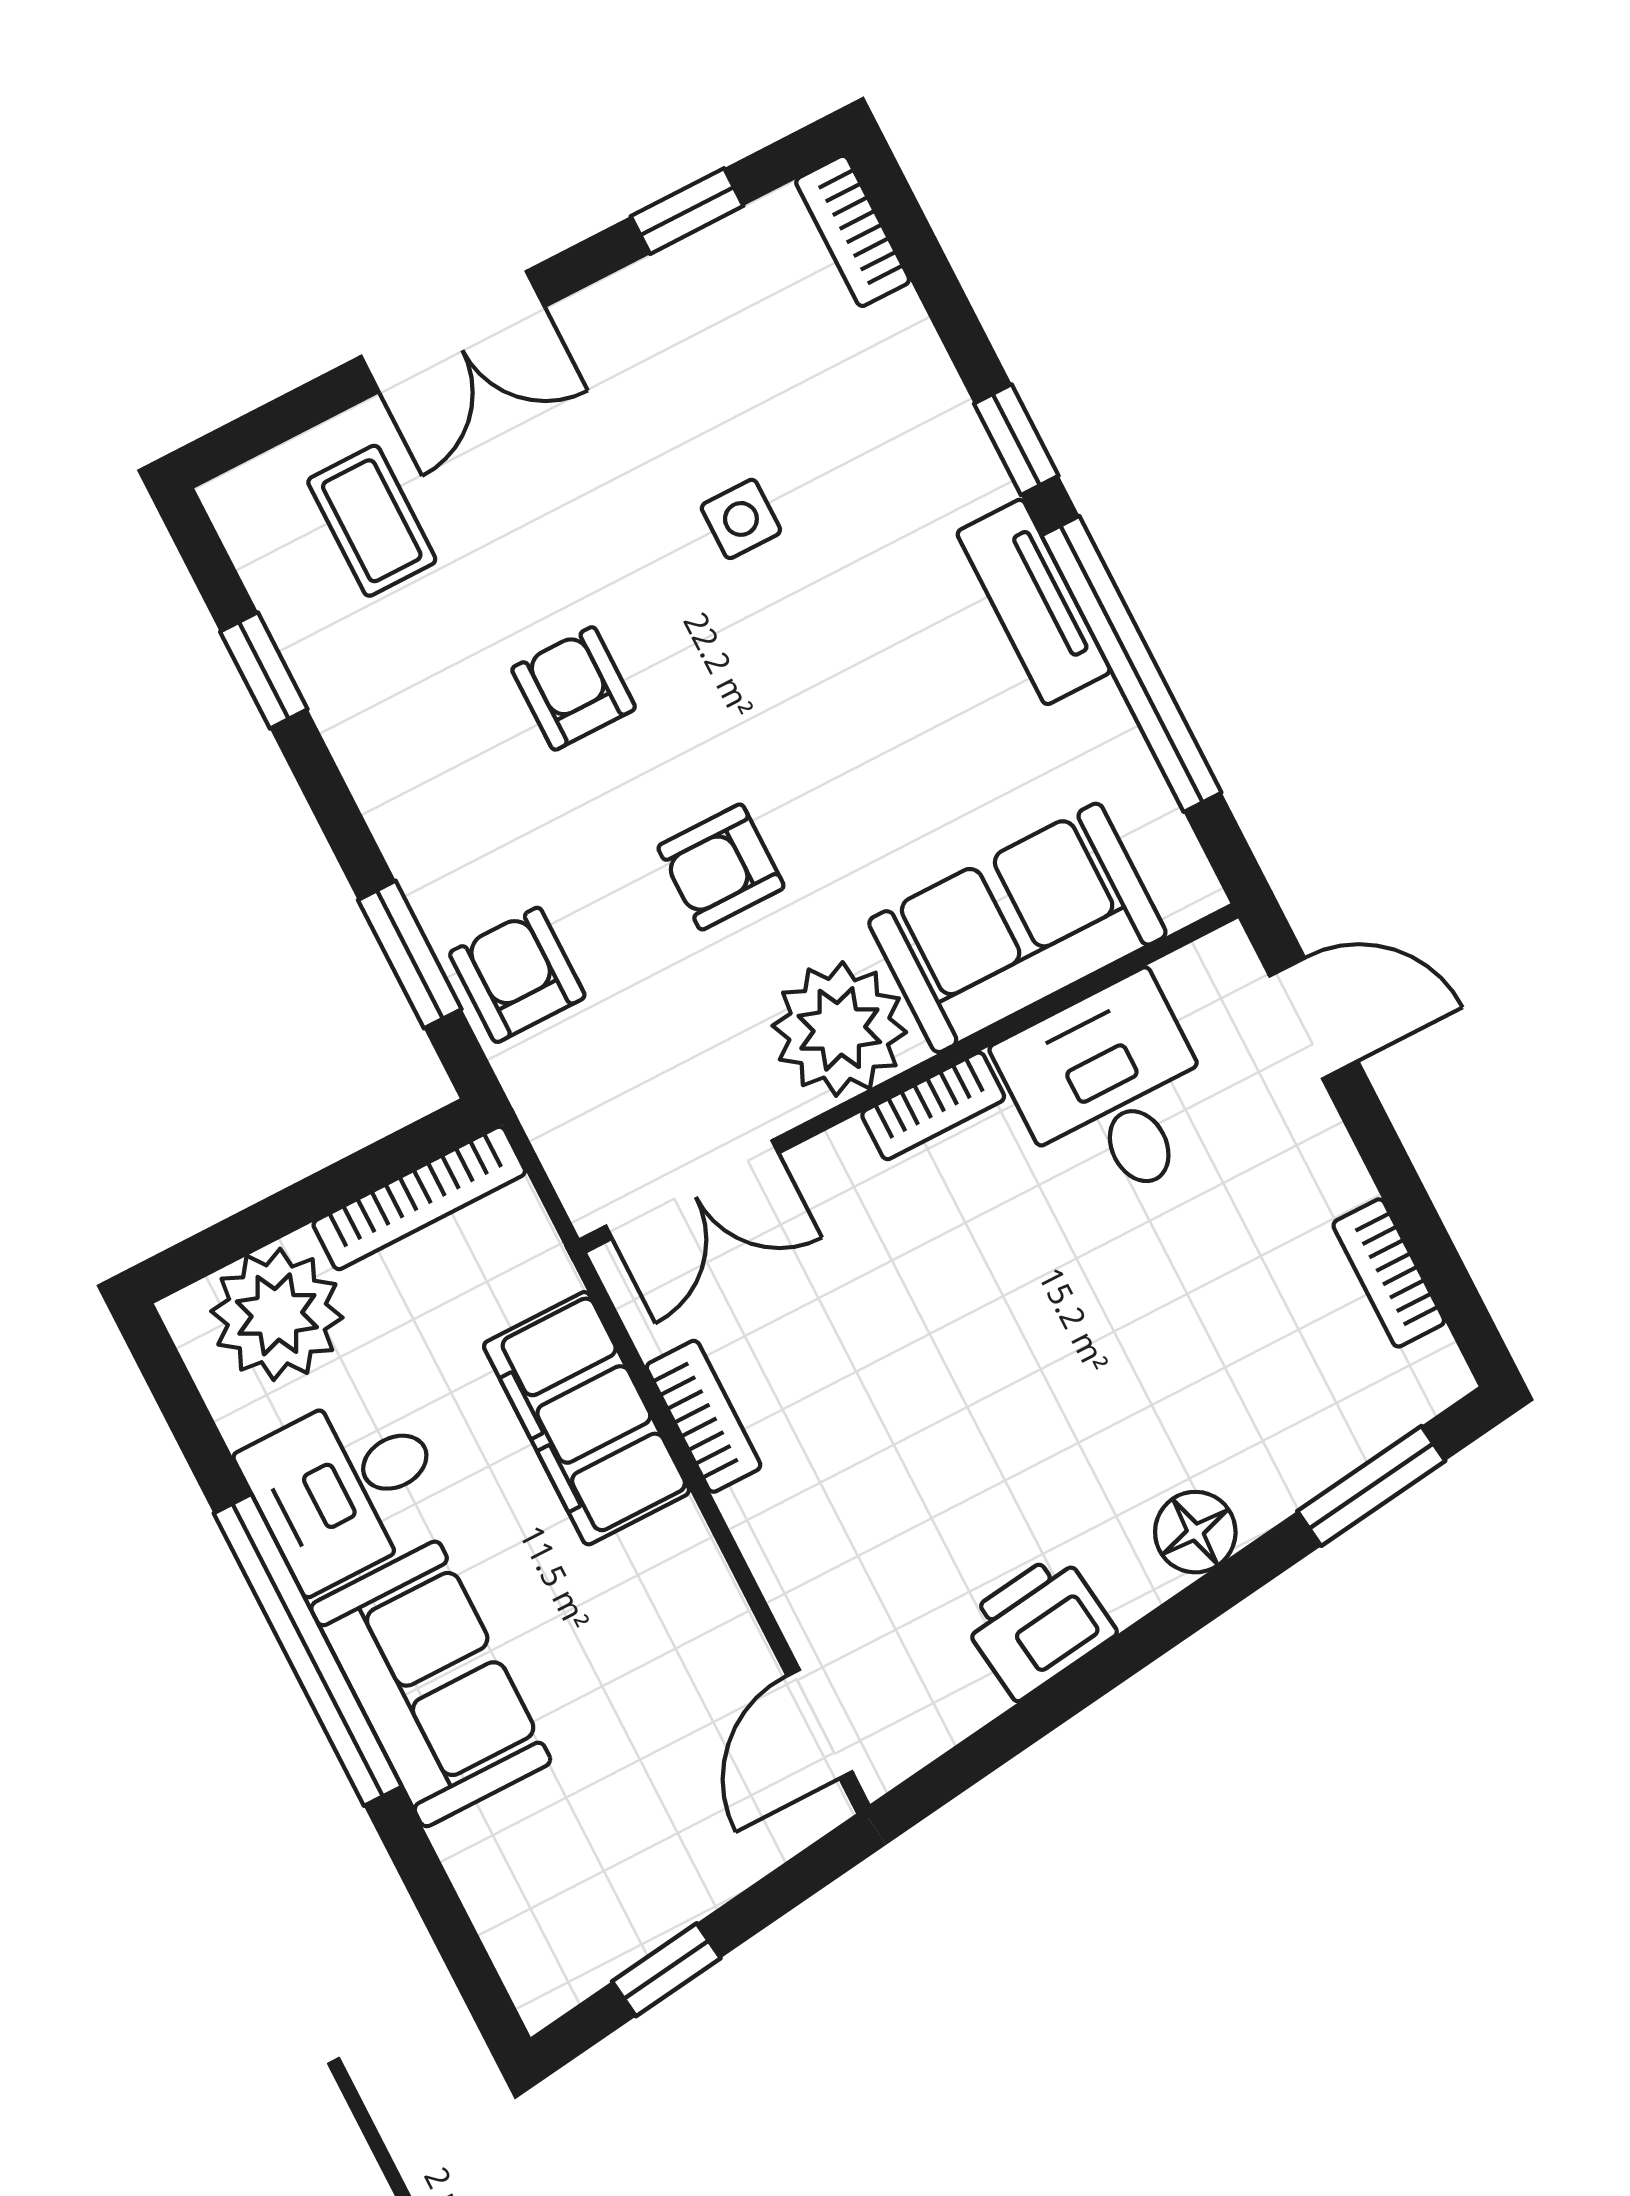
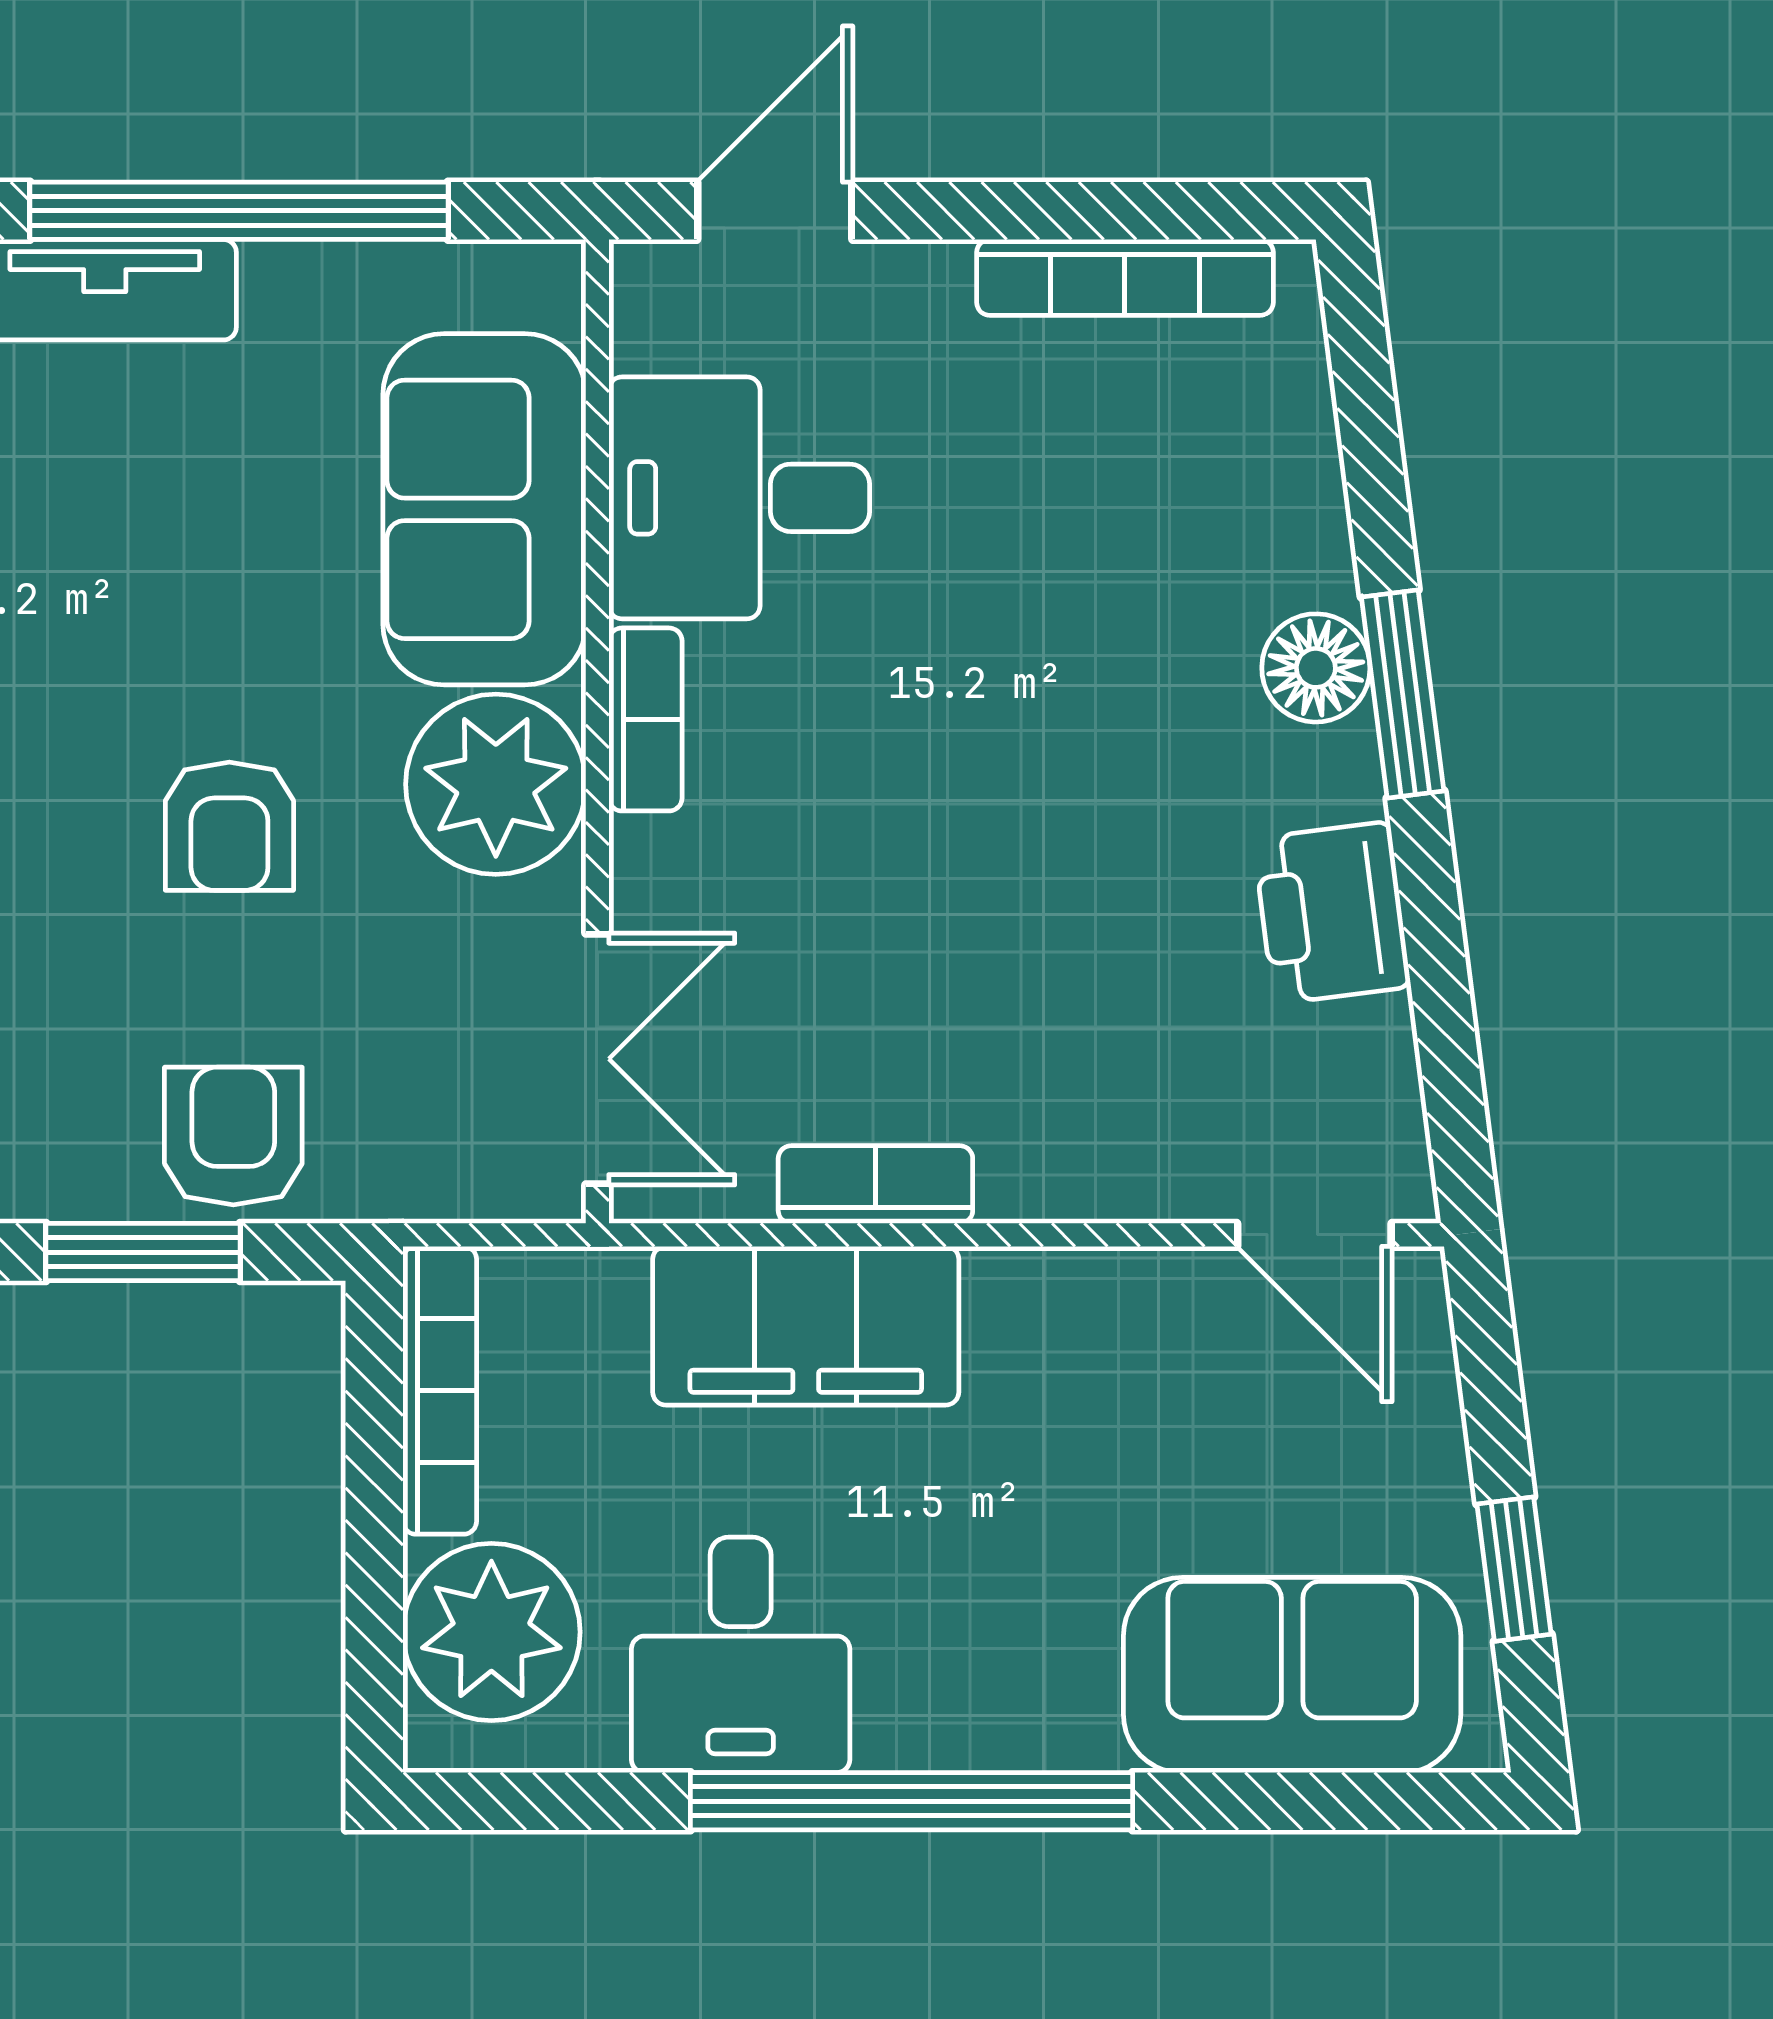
armchair: (517, 975) -> (233, 1136), turned 90
bookcase: (1389, 1273) -> (1125, 277), width x1.56
window: (1371, 1486) -> (1403, 694), moved
sofa: (431, 1684) -> (1292, 1675), moved

